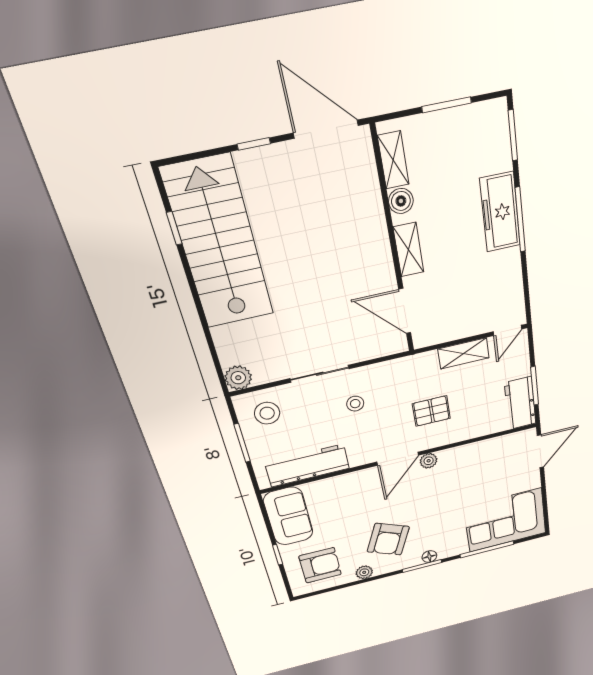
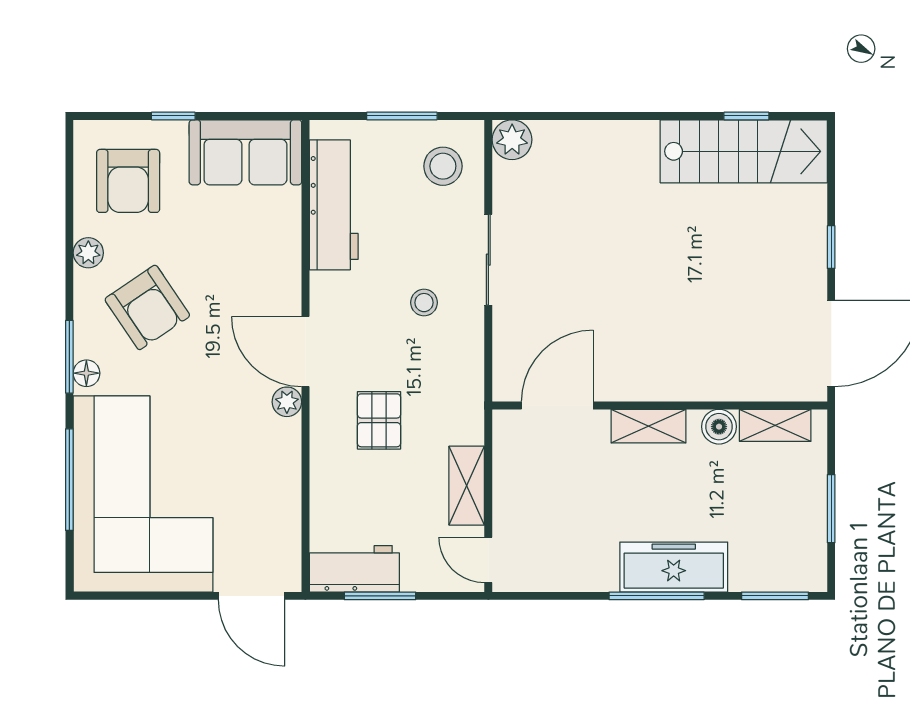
stairs: (219, 244) -> (744, 151), width x0.73, depth x0.66
corner sofa: (505, 520) -> (143, 494), width x1.36, depth x1.36
armchair: (388, 539) -> (147, 307), turned -148

